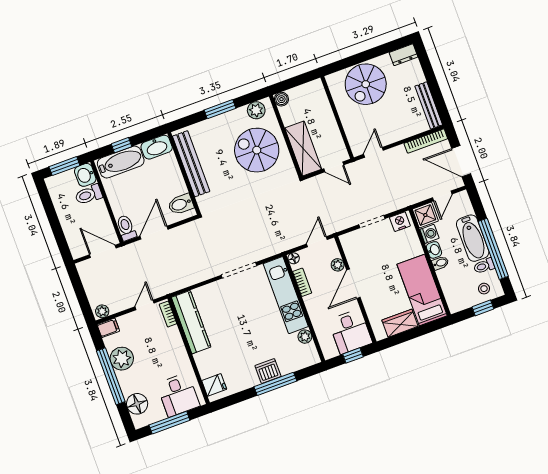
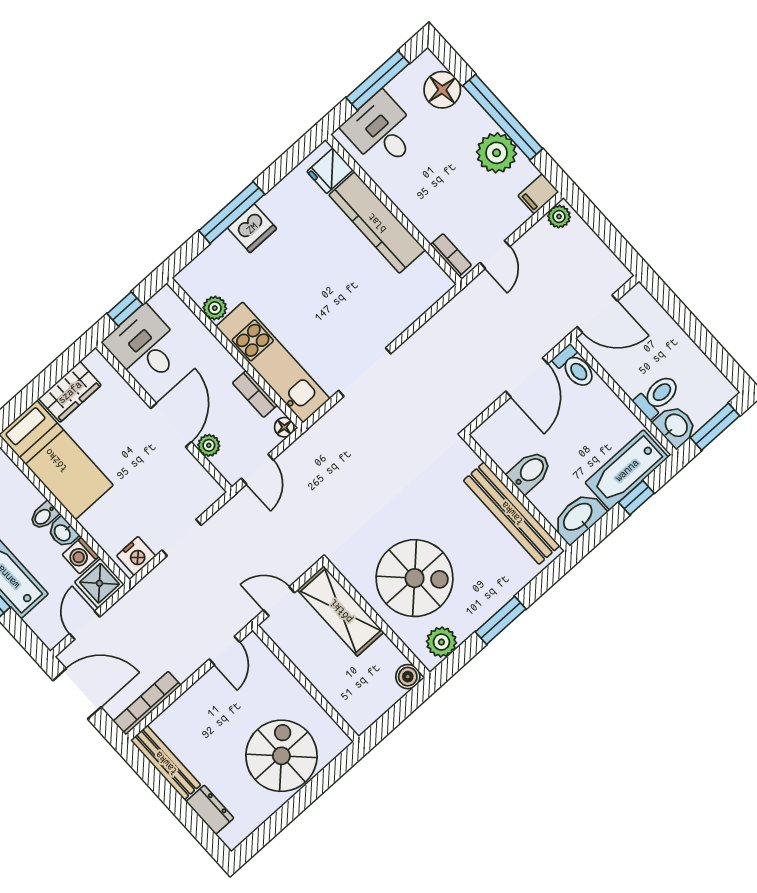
dresser: (403, 55) -> (210, 810), moved, turned 90
bidet: (181, 204) -> (530, 472), moved
kitchen counter: (191, 322) -> (377, 223), moved

